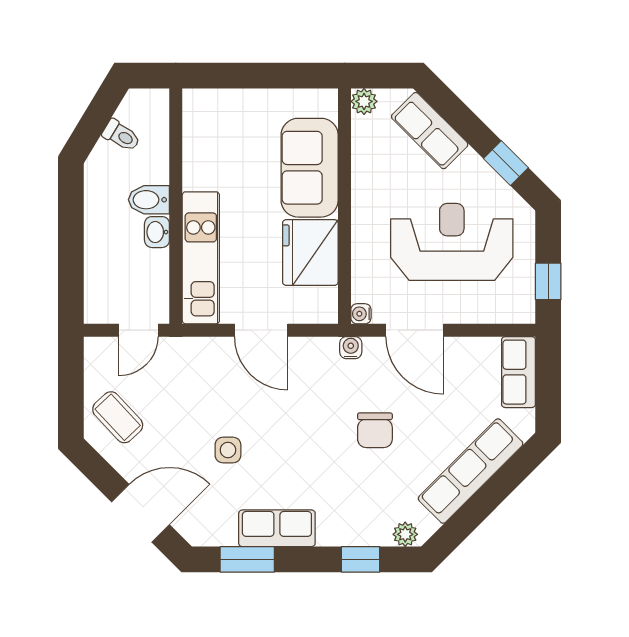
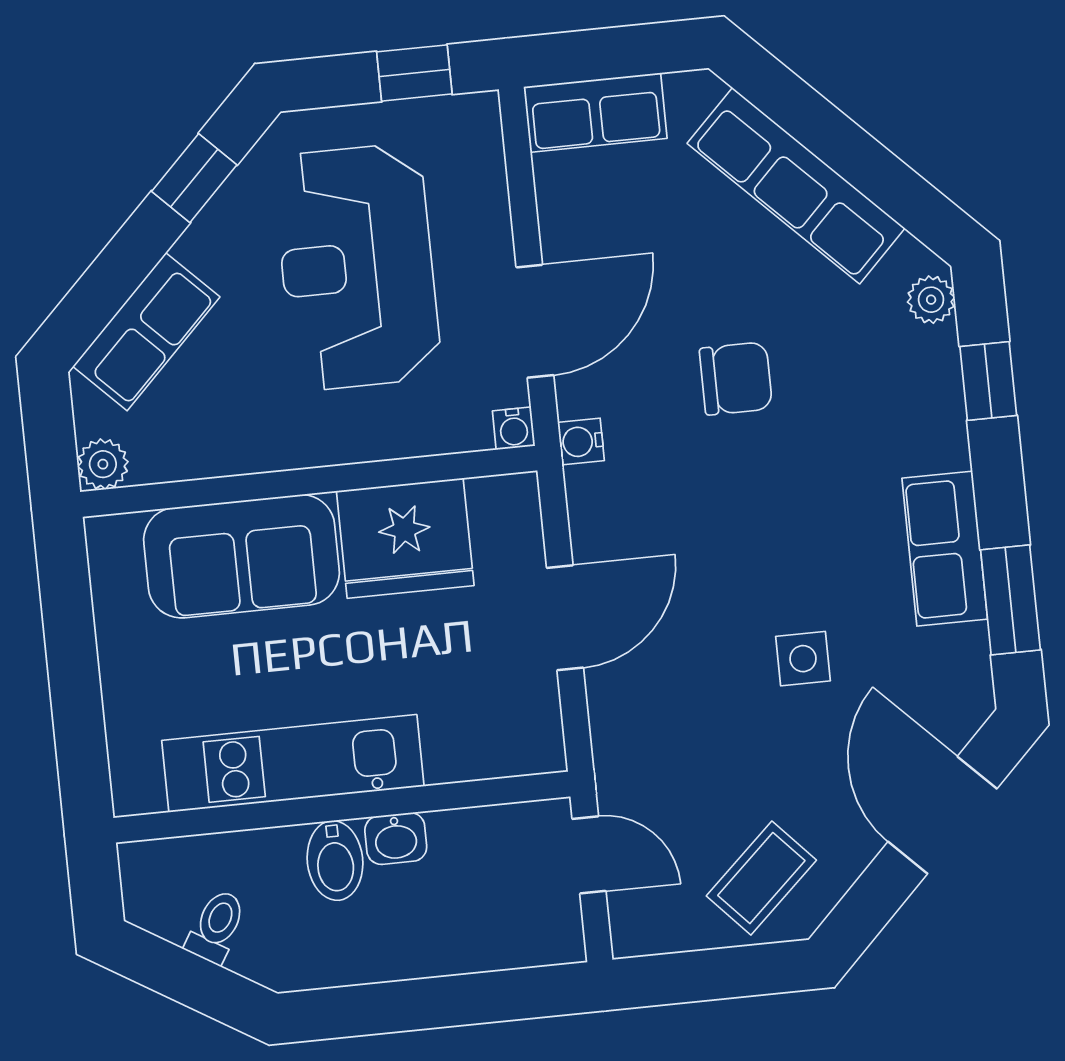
kitchen unit: (201, 258) -> (293, 763), moved

